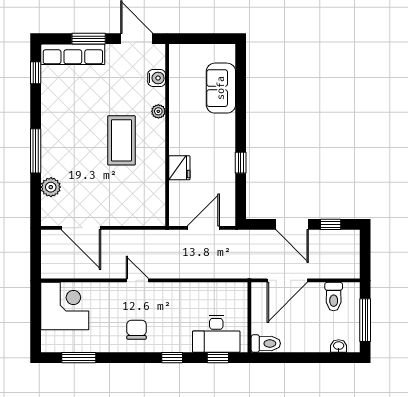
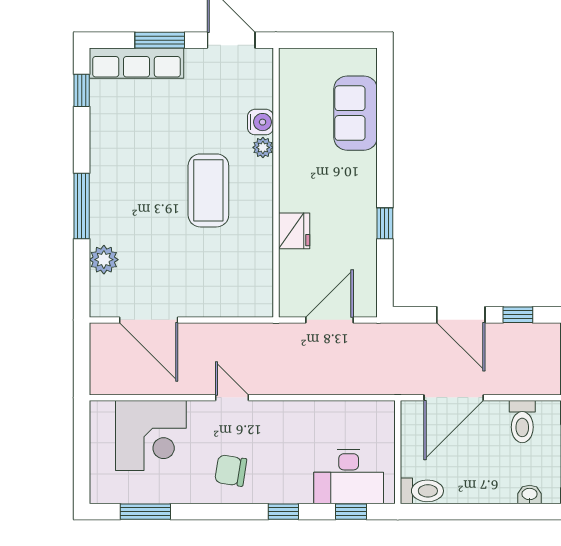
water cooler: (157, 78) -> (260, 122), moved
corner desk: (65, 306) -> (151, 435), moved, turned 90
chair: (137, 330) -> (231, 470), turned -81

